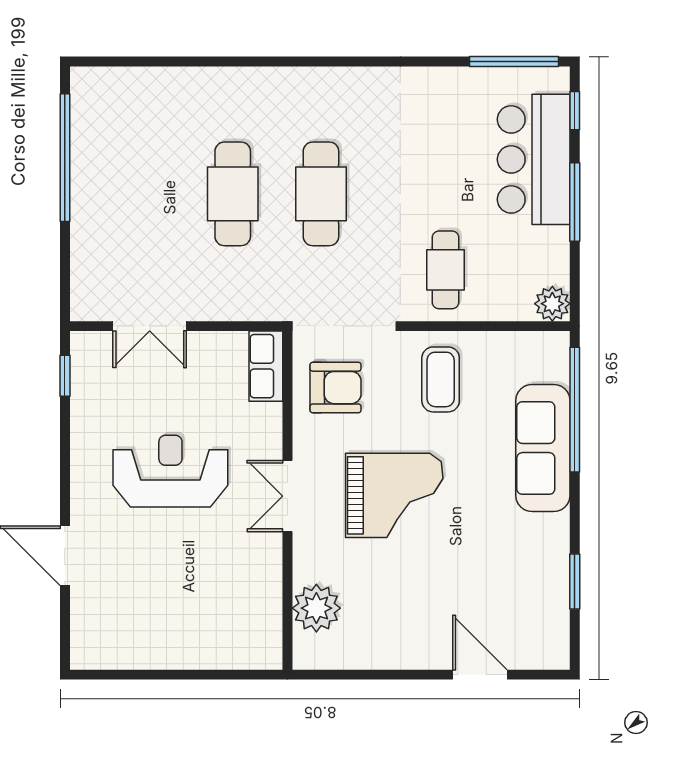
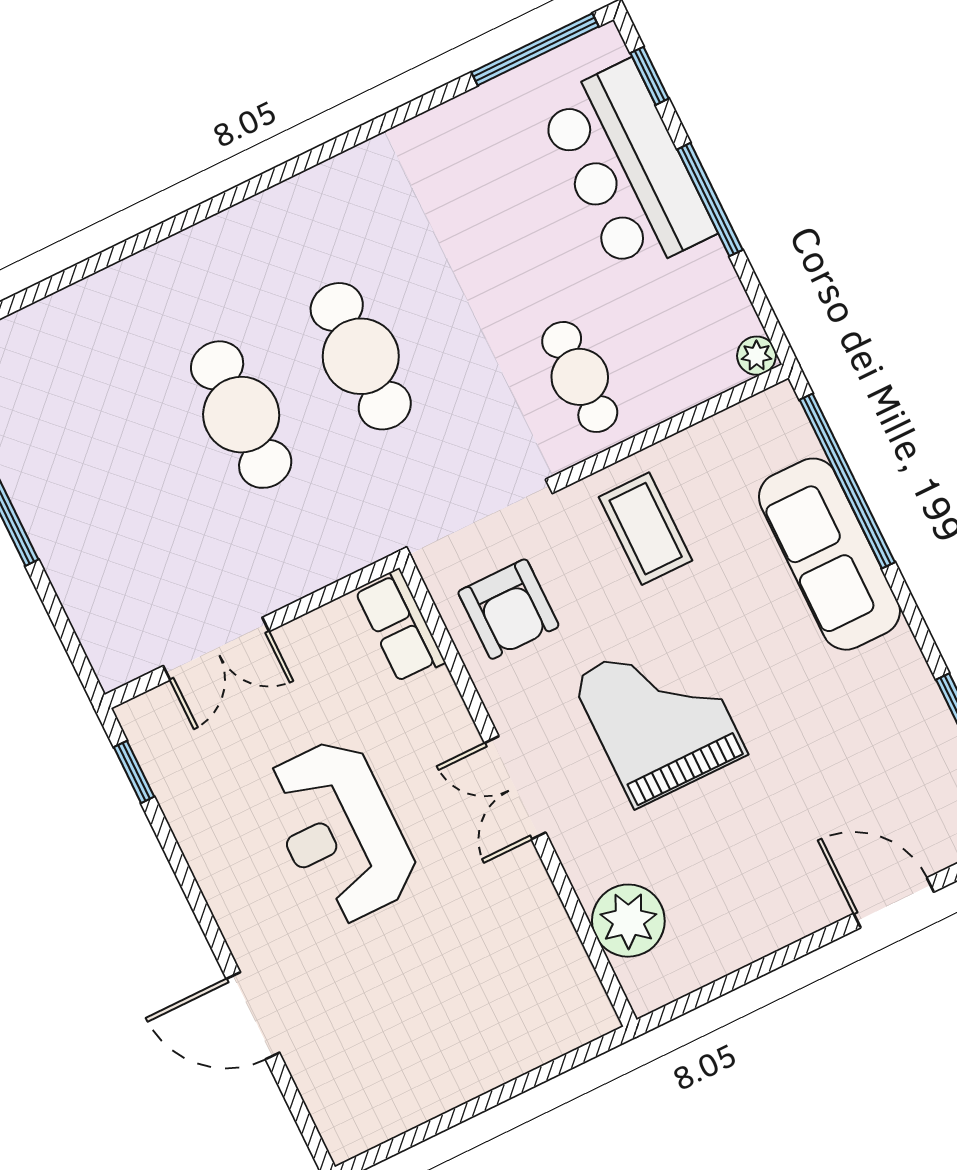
plant: (552, 304) -> (756, 356), width x0.73, depth x0.73
armchair: (336, 388) -> (508, 609), turned 90
reception desk: (170, 471) -> (340, 832), turned -90
grand piano: (394, 495) -> (659, 716), turned -90

